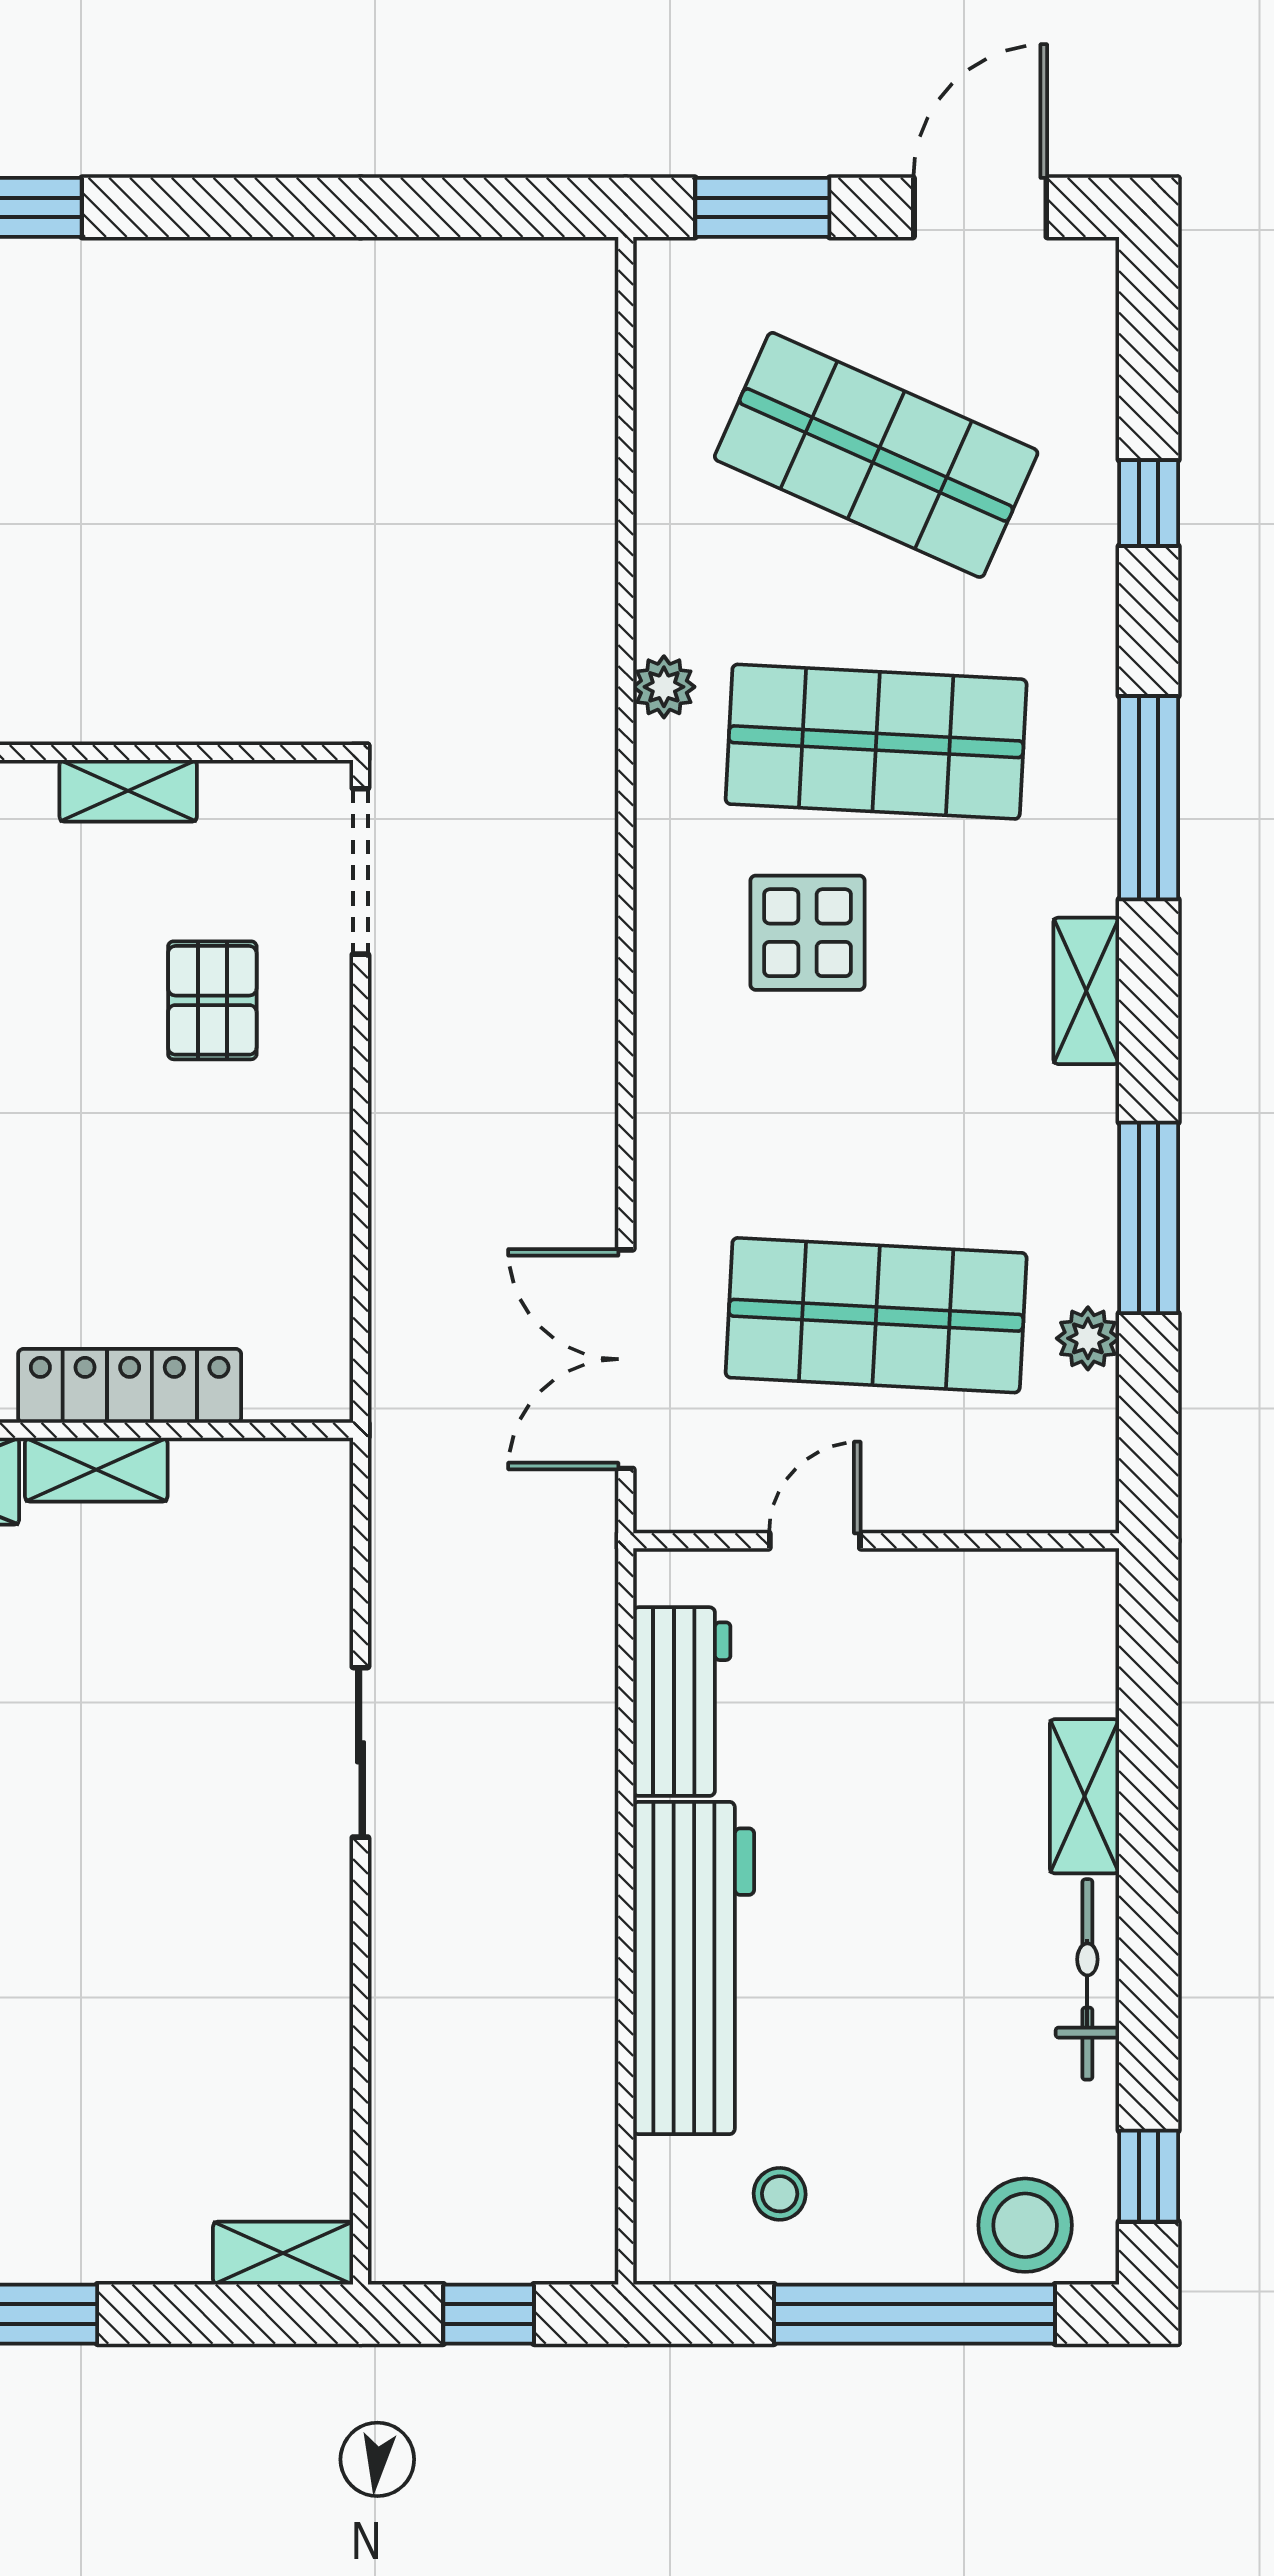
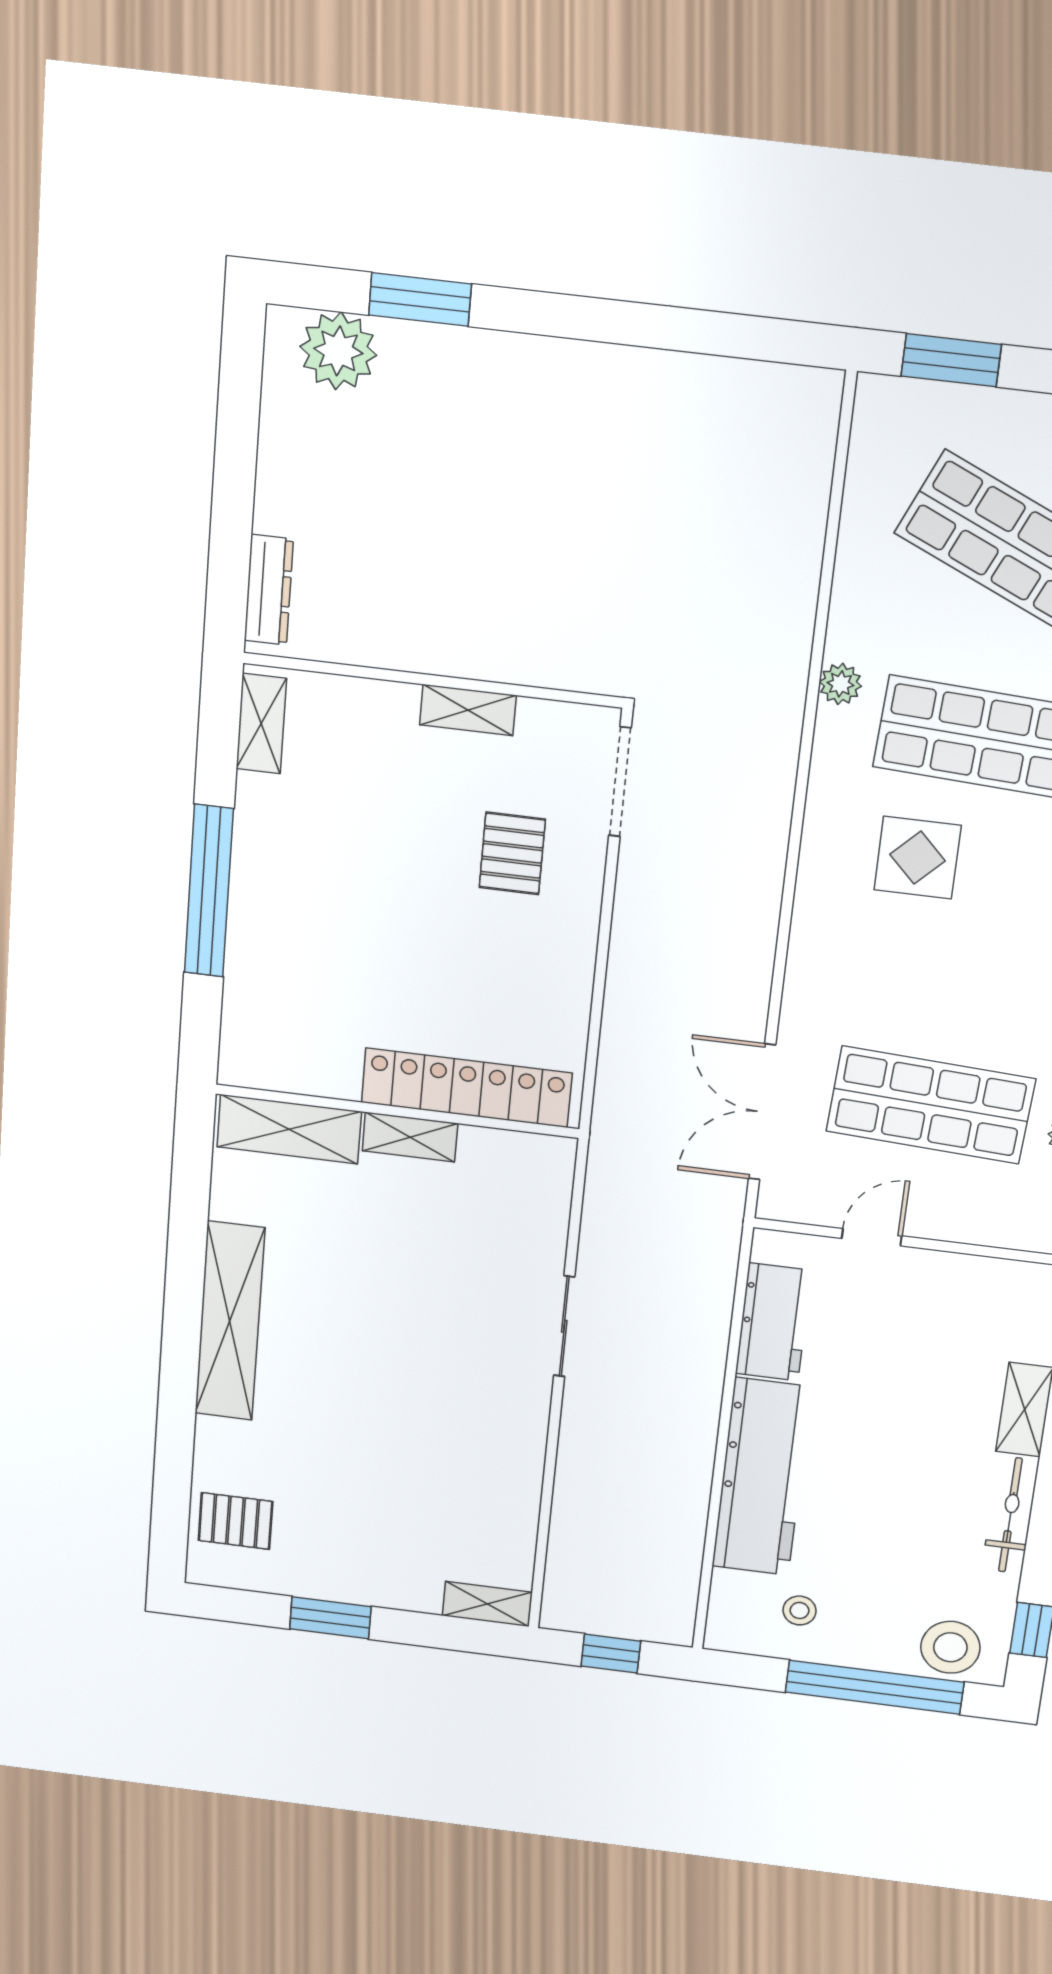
locker: (130, 1386) -> (467, 1088), width x1.41, depth x1.21

